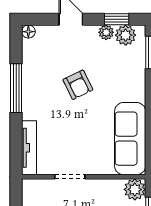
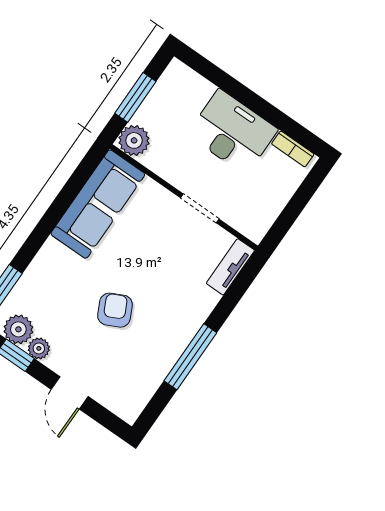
floor lamp: (28, 32) -> (130, 413), removed
tv unit: (29, 148) -> (230, 267), width x0.71

